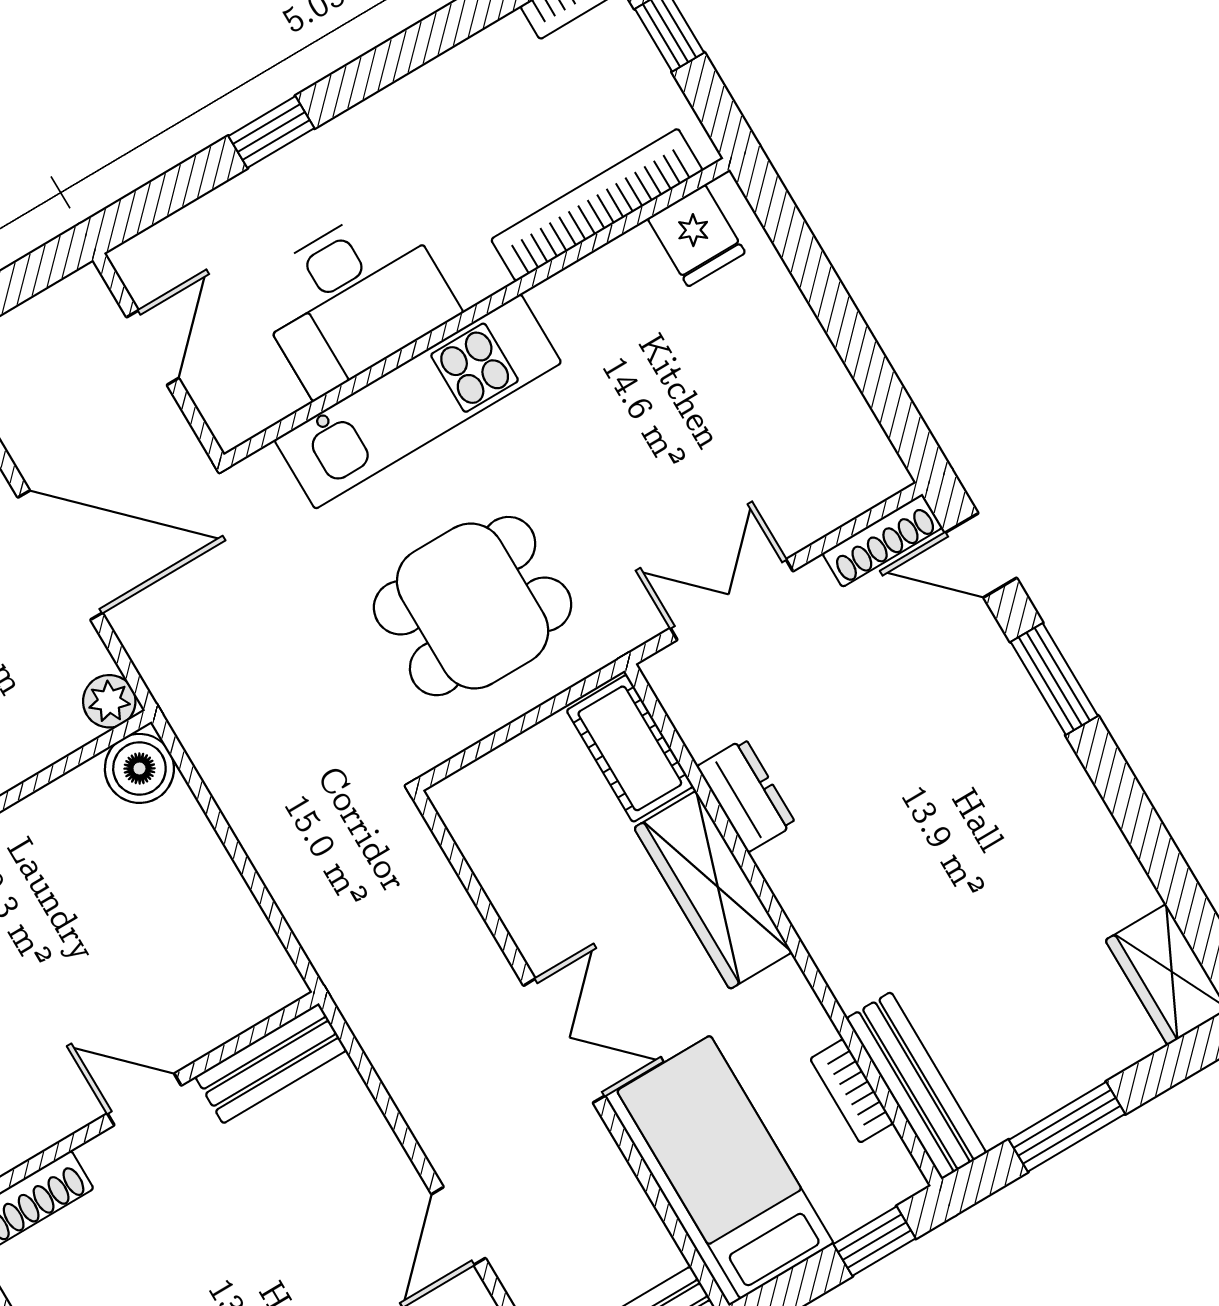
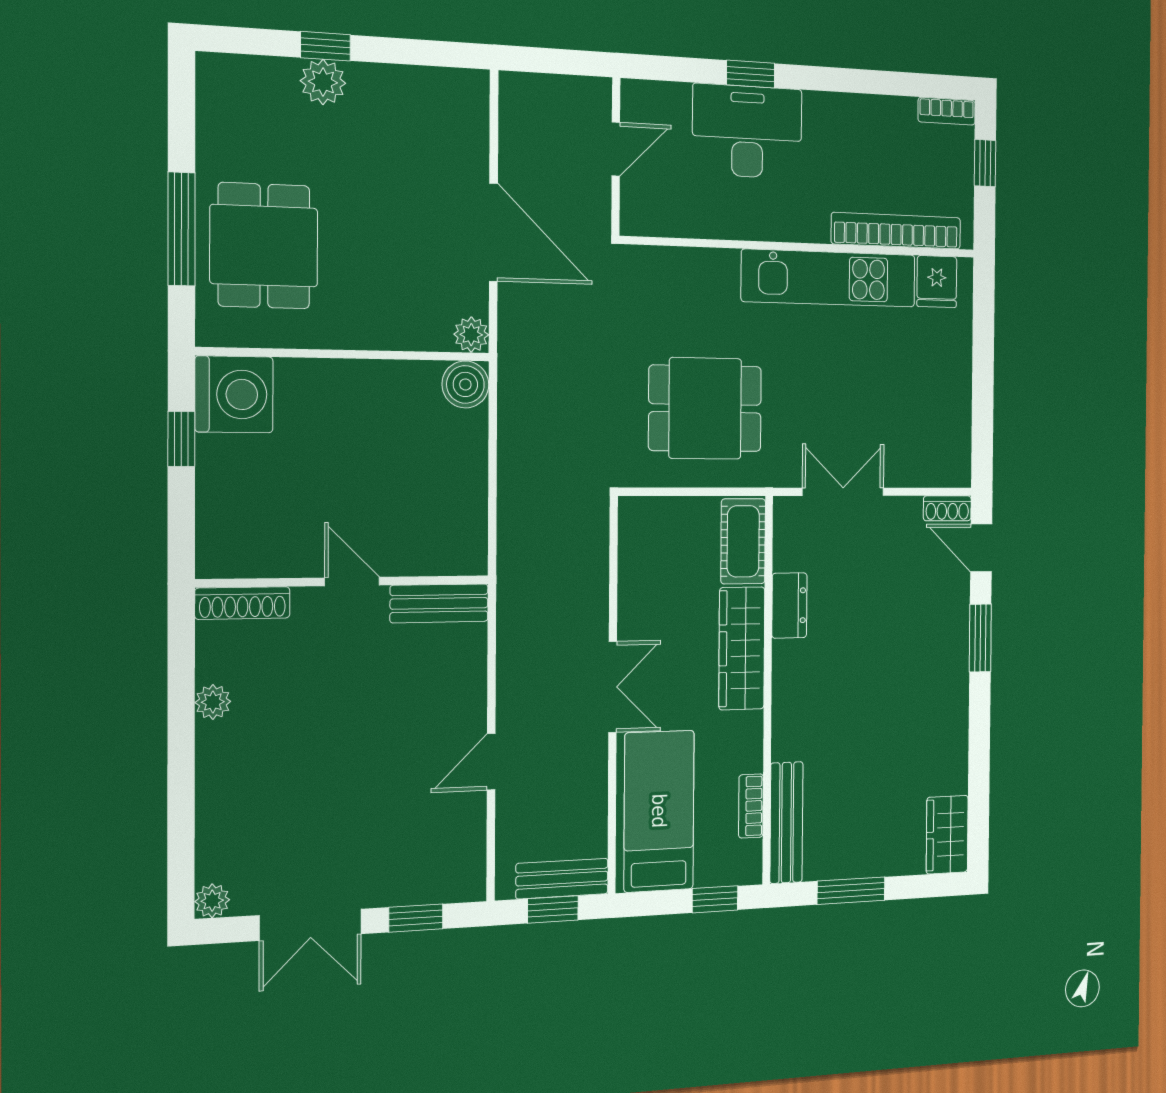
desk: (353, 298) -> (747, 131), moved, turned 180
kitchen unit: (418, 401) -> (829, 278), moved
shoe rack: (882, 540) -> (947, 508), width x0.70

